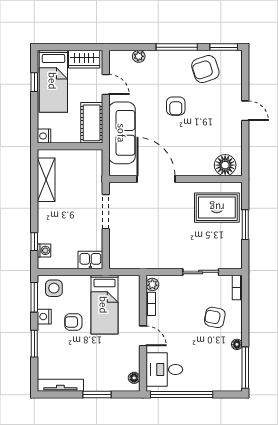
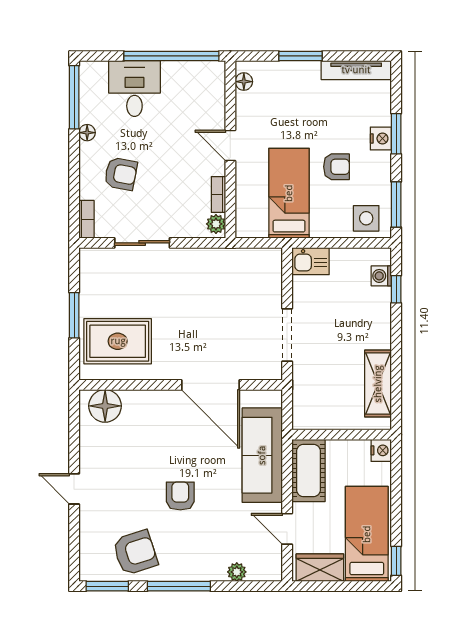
window: (34, 82) -> (396, 561), moved
nightstand: (44, 317) -> (381, 138), moved
desk: (164, 370) -> (134, 89), moved, turned -90

